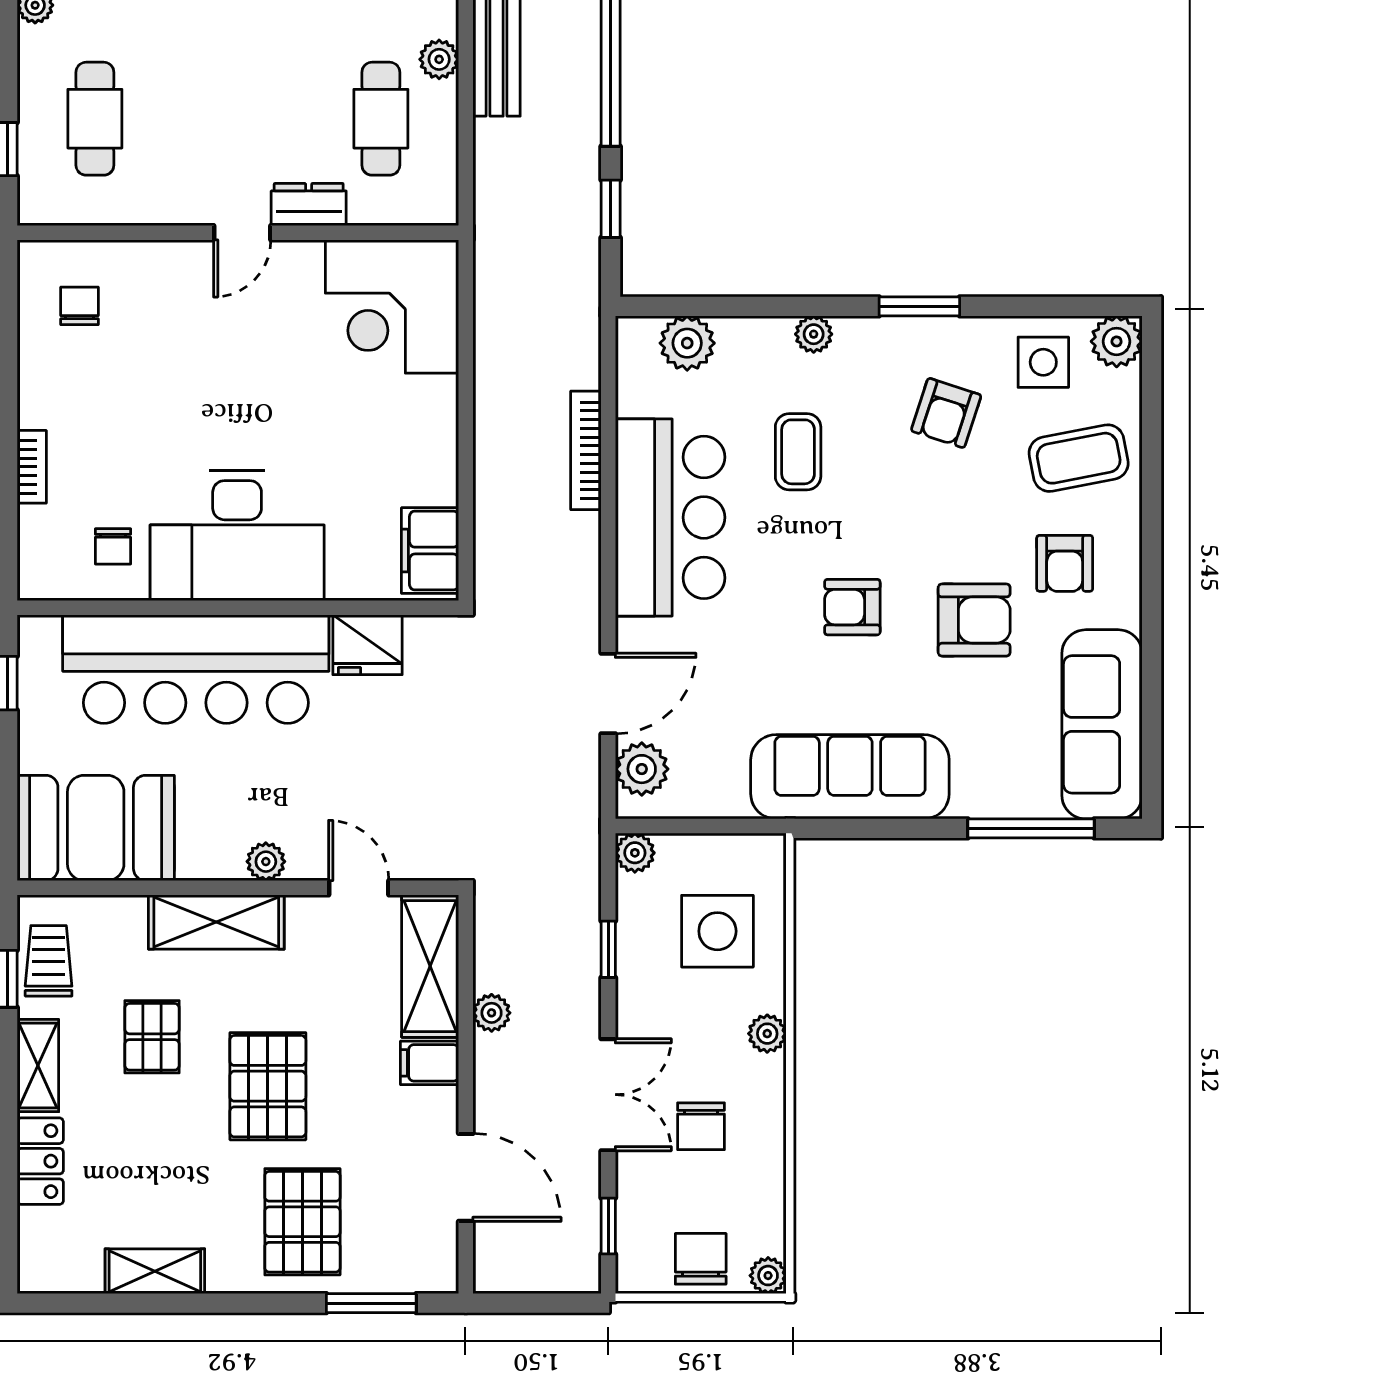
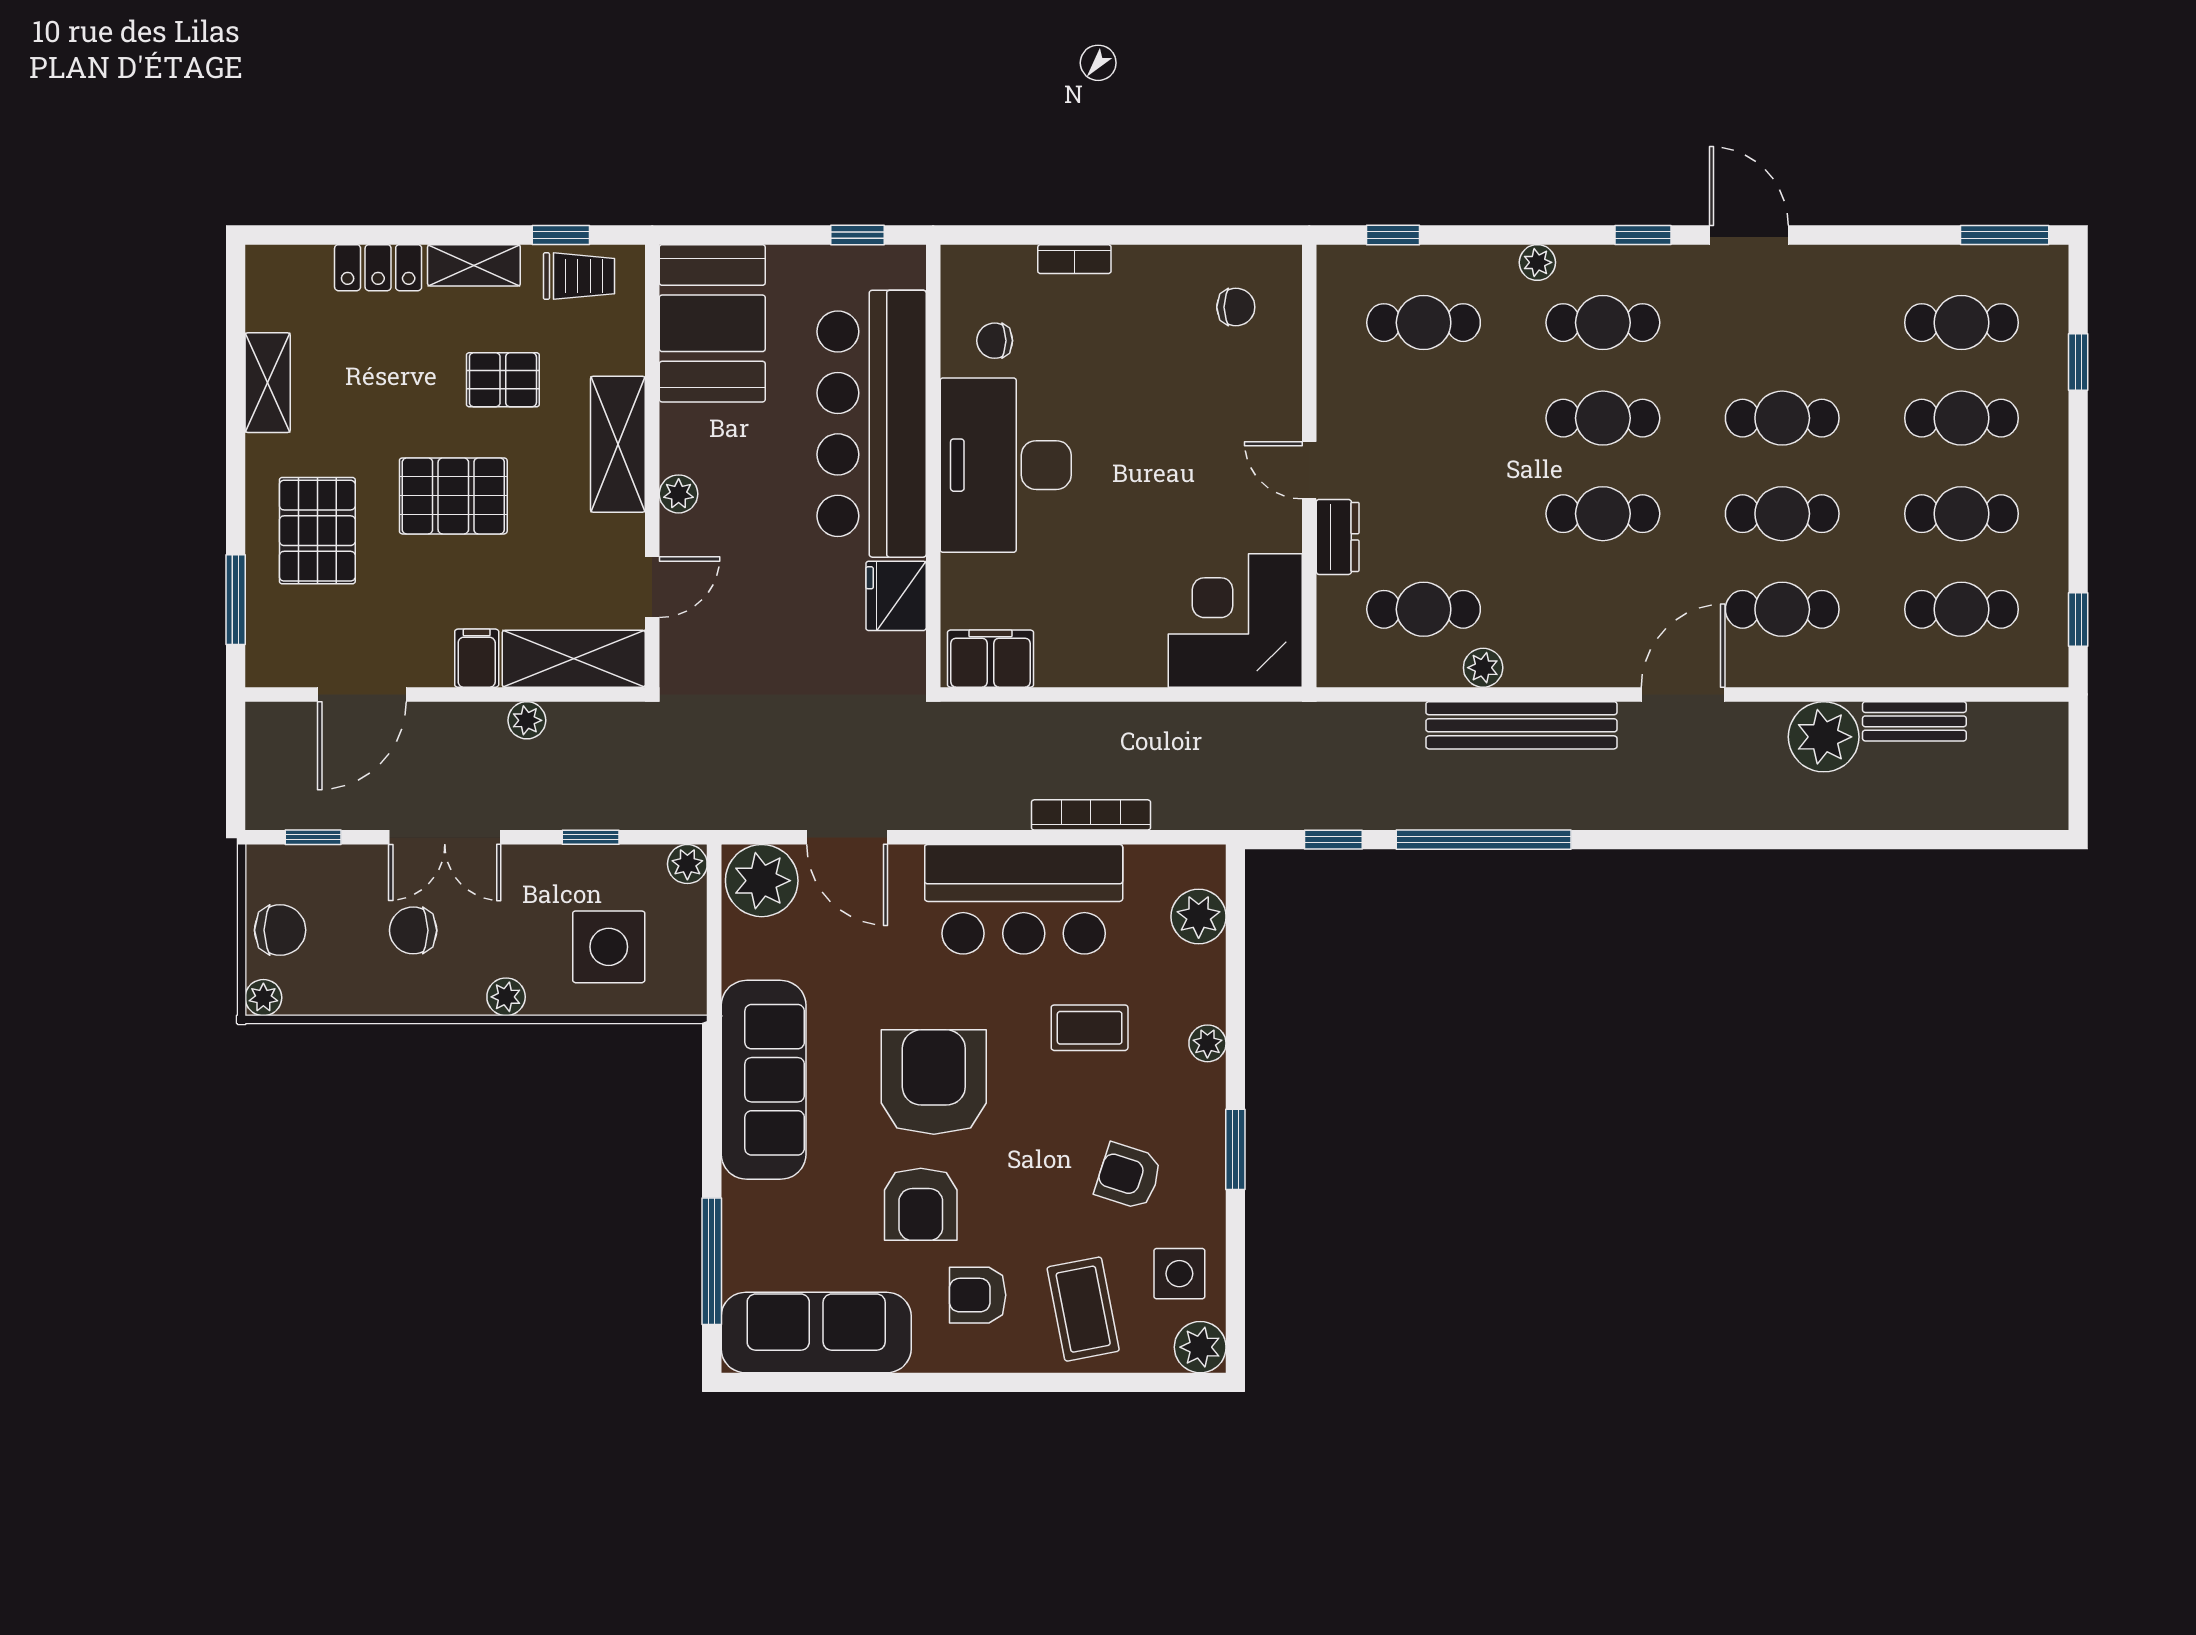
armchair: (852, 607) -> (934, 1082), width x1.88, depth x1.88
plant: (642, 769) -> (762, 881), width x1.36, depth x1.36
pallet: (302, 1222) -> (317, 531), turned 90

